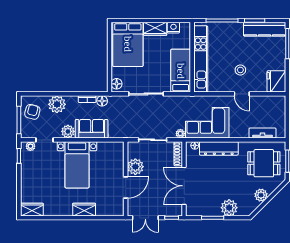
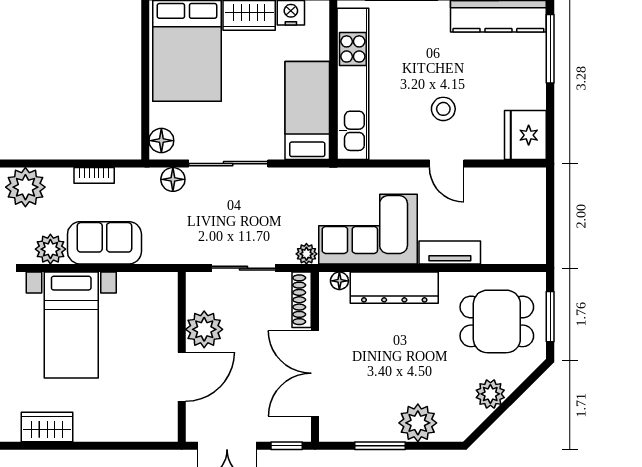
floor lamp: (102, 101) -> (173, 179), moved
tv unit: (262, 133) -> (450, 252), moved
wardrobe: (84, 210) -> (47, 427), moved

